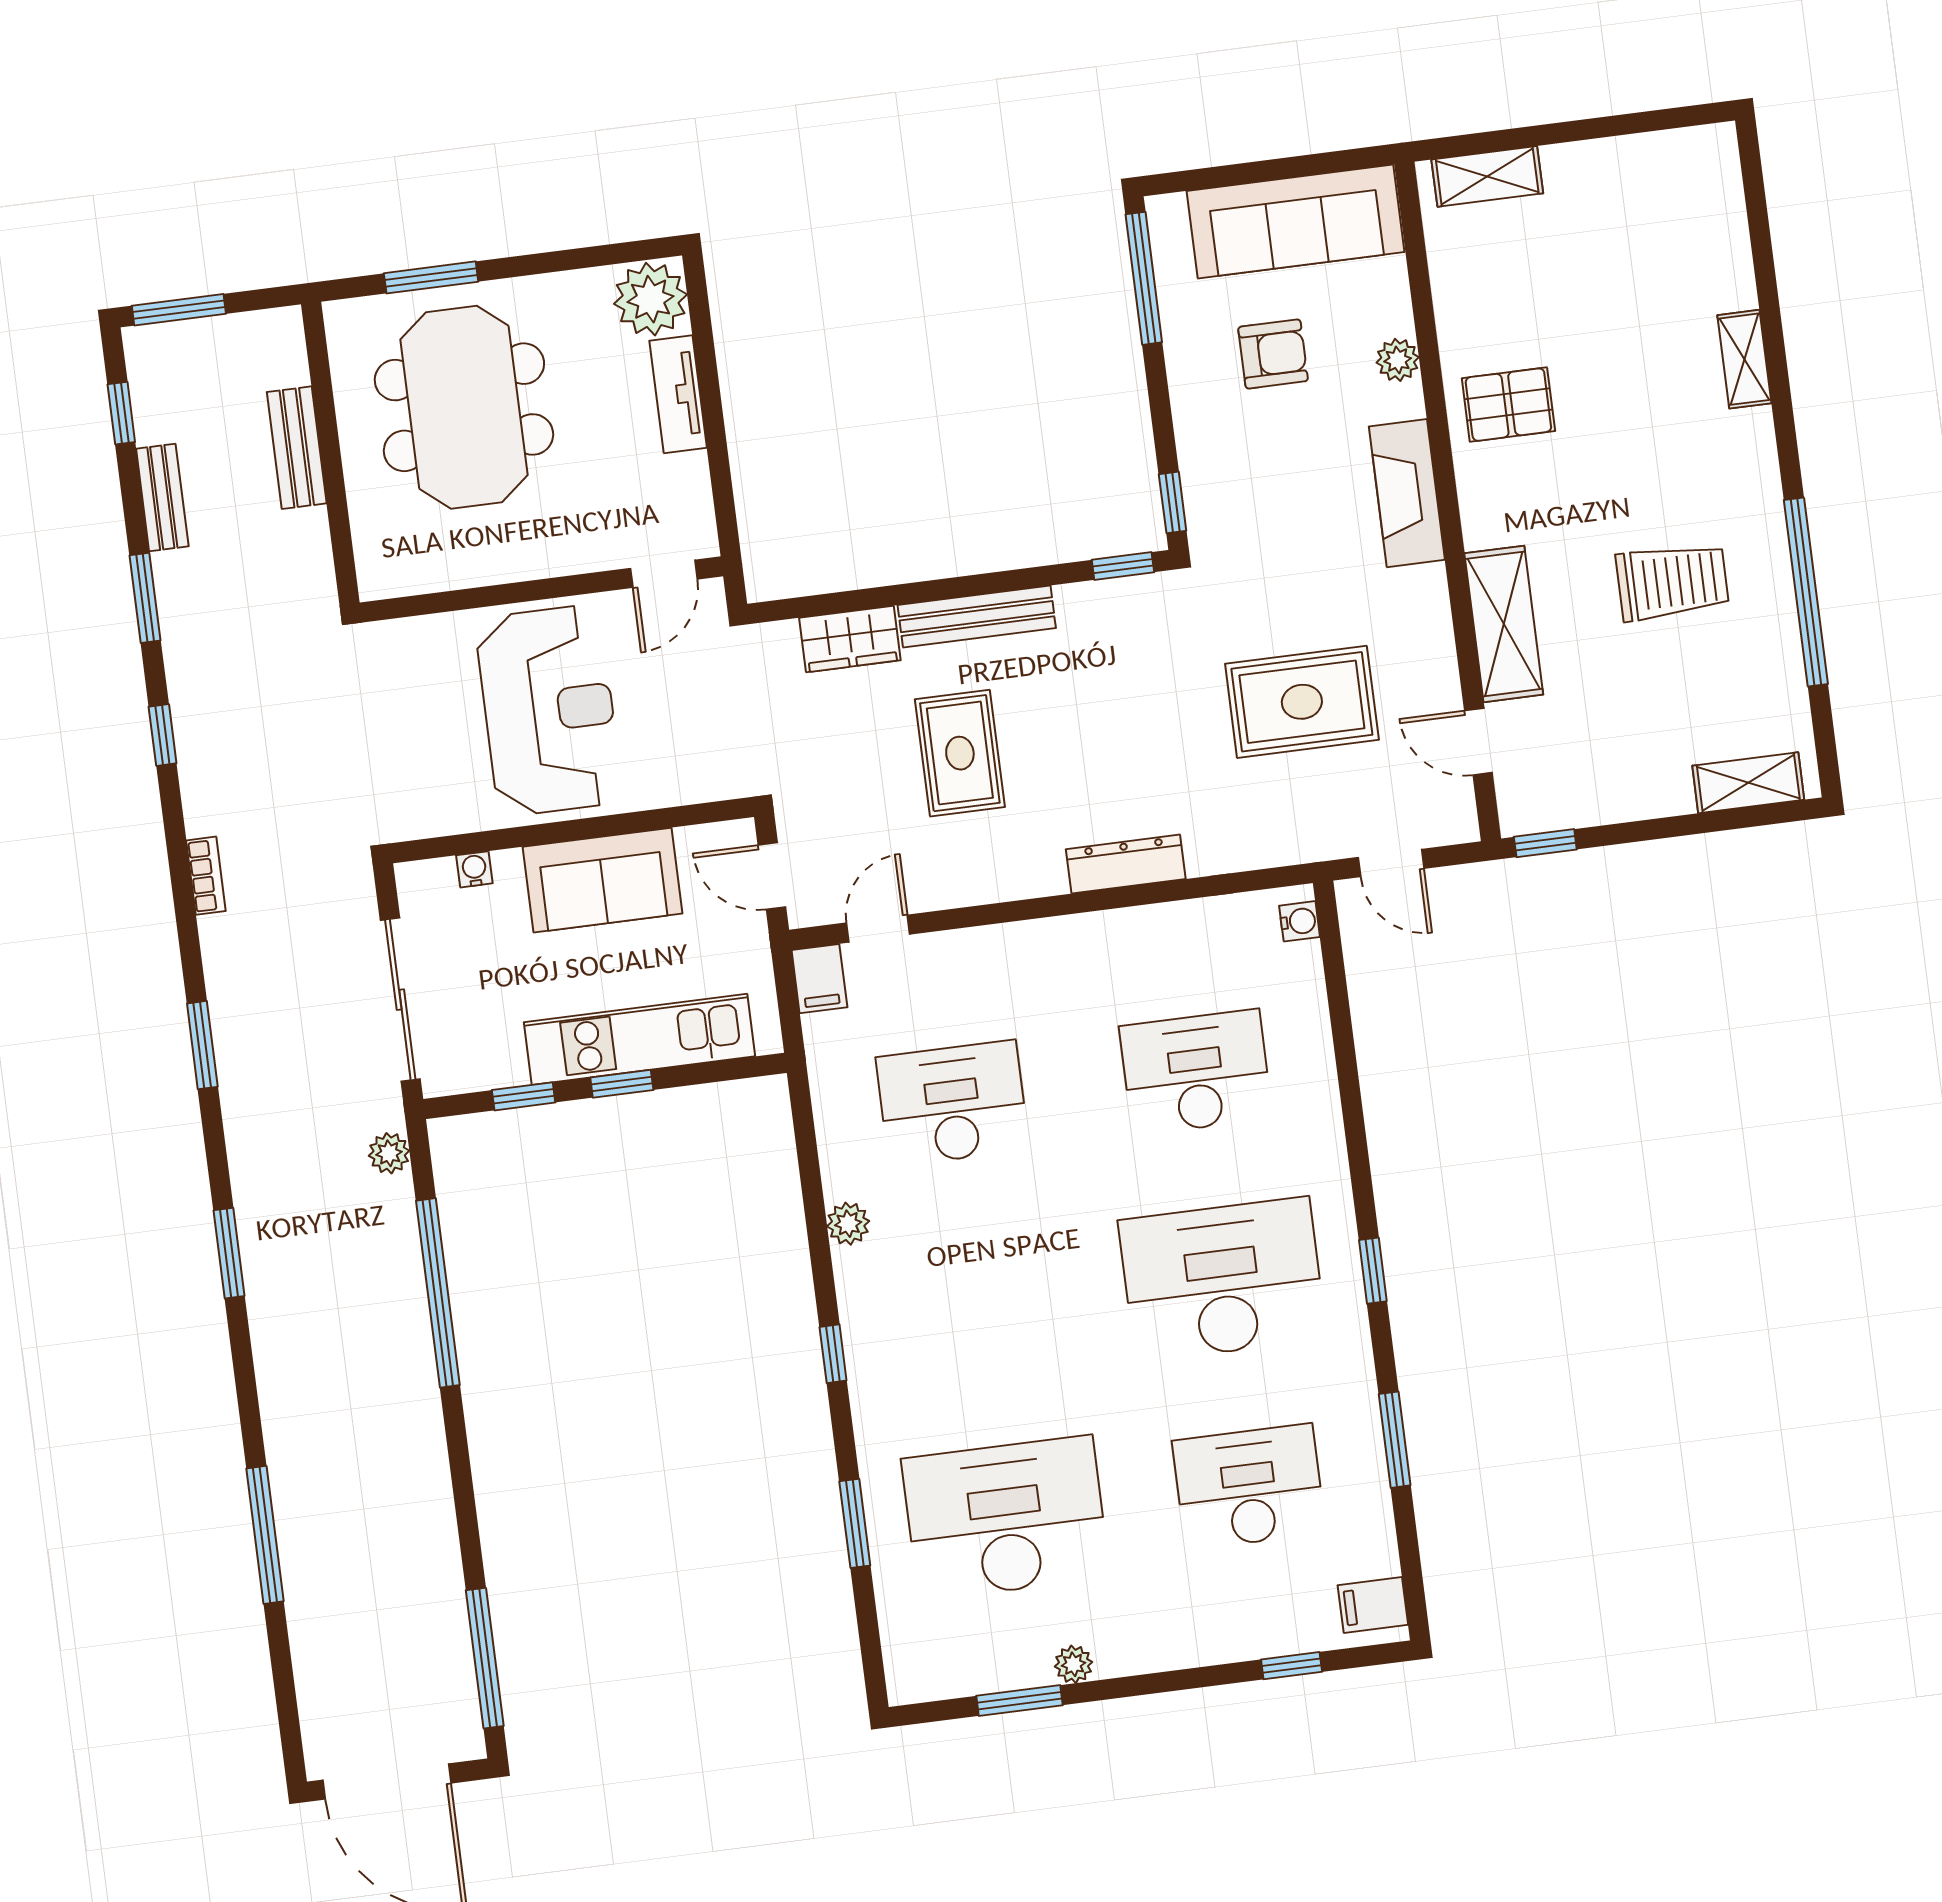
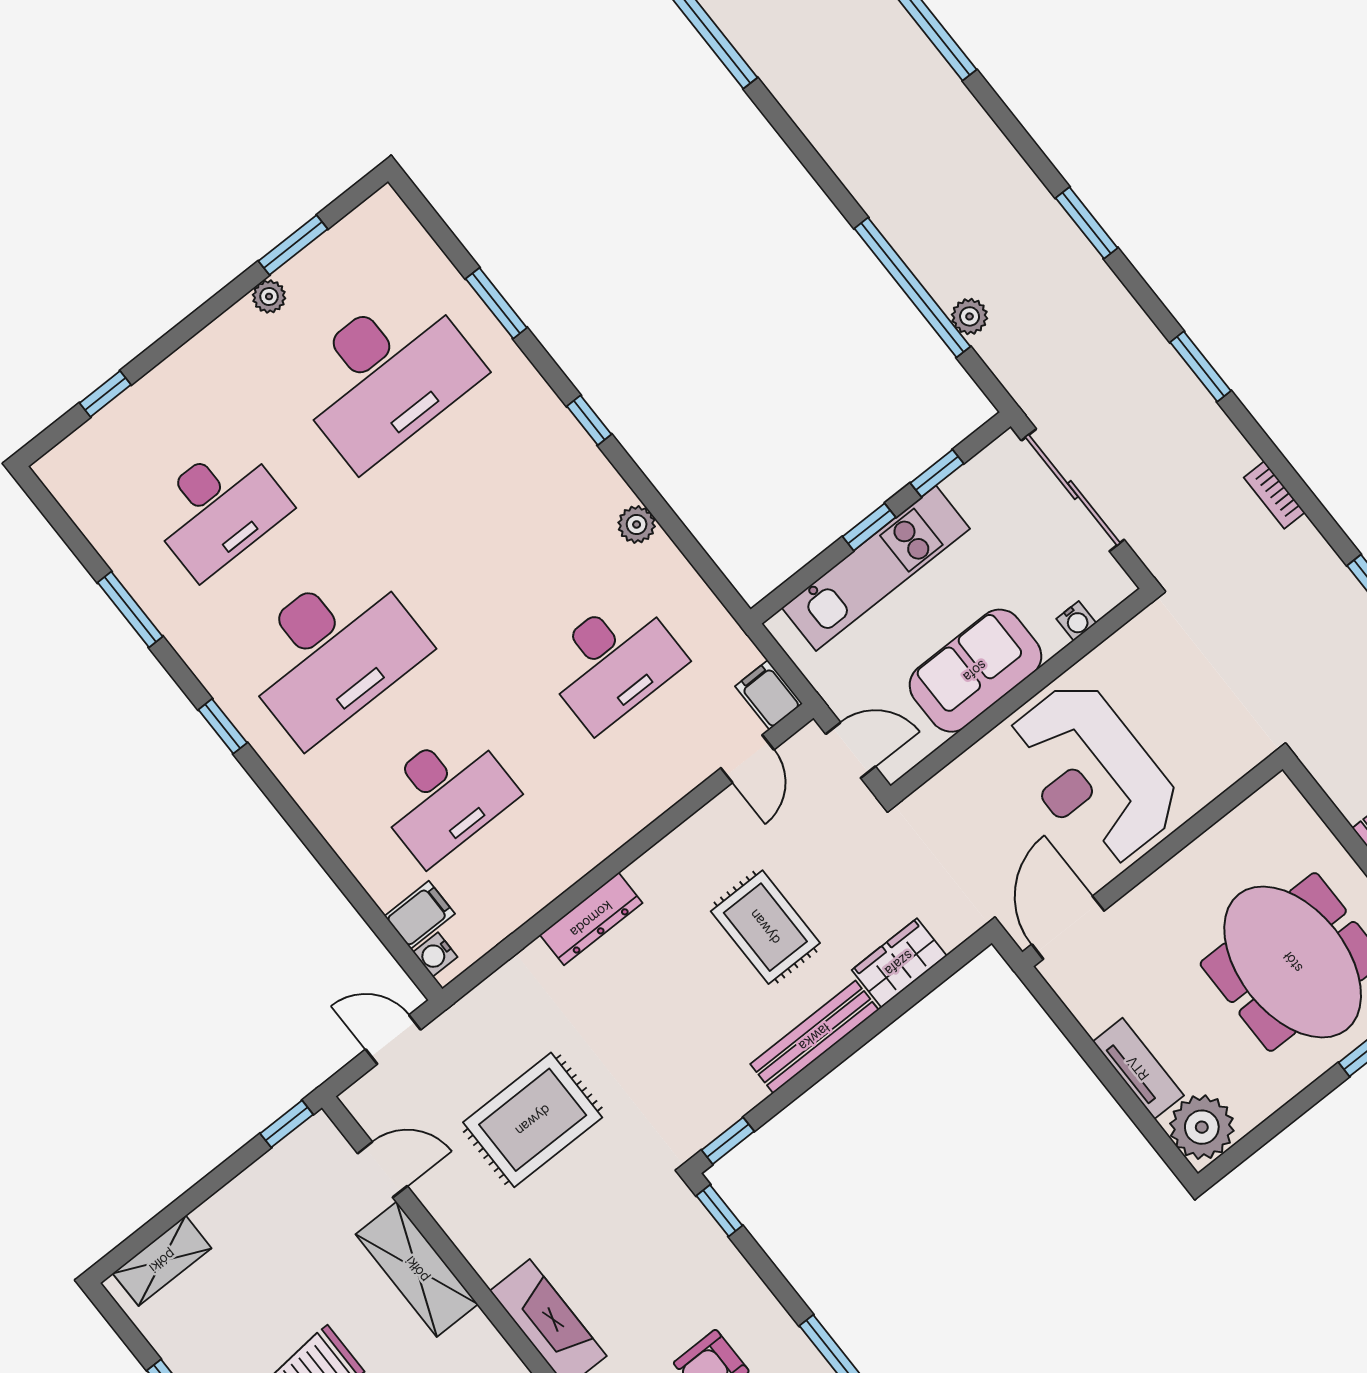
door: (664, 574) -> (1068, 928), width x1.38
plant: (389, 1153) -> (970, 316), moved
filing cabinet: (1373, 1605) -> (420, 915), moved

